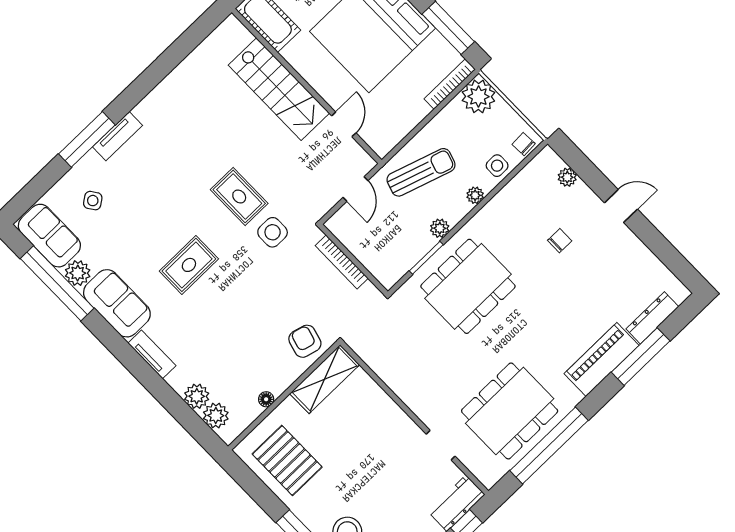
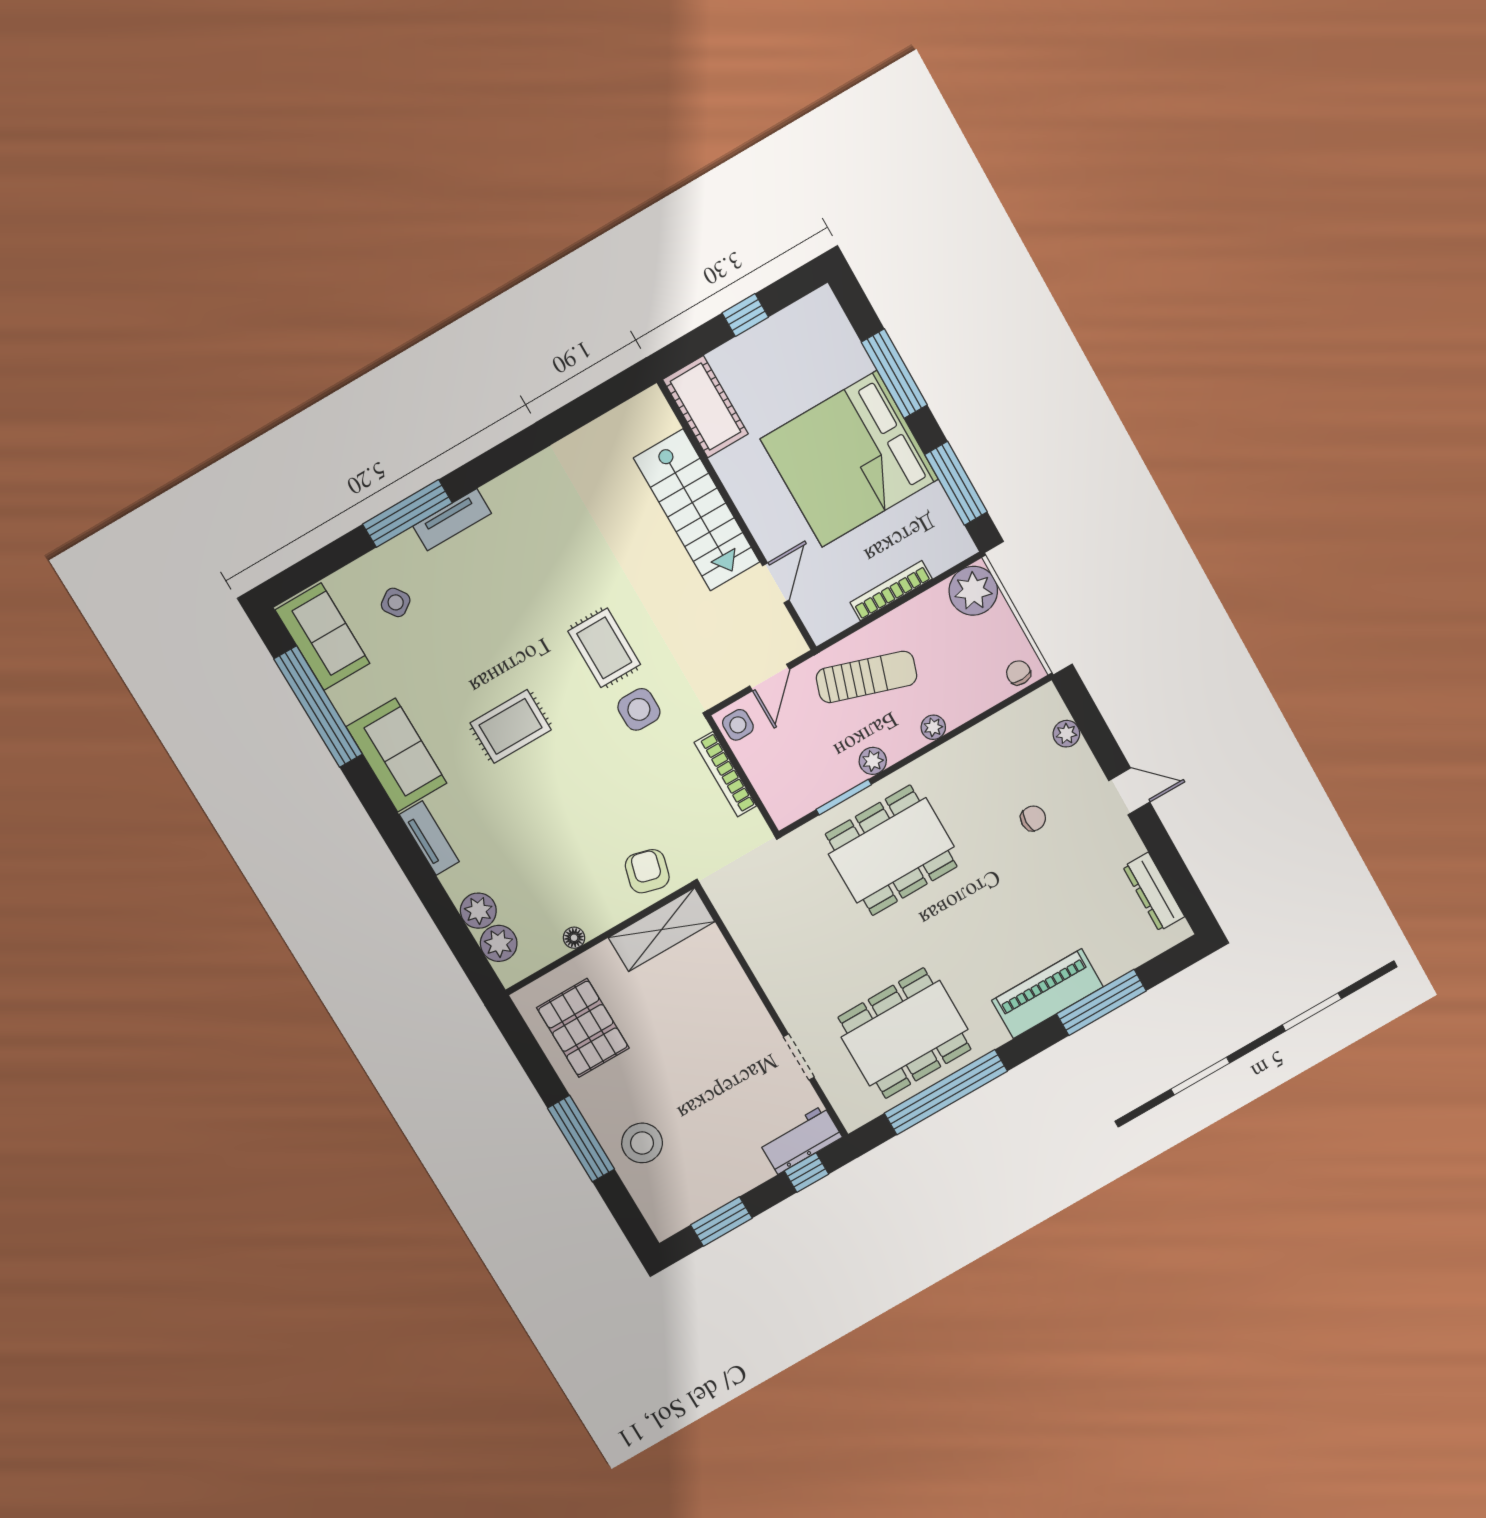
bookcase: (450, 84) -> (891, 591), moved
side table: (497, 166) -> (738, 725), moved
plant: (78, 273) -> (351, 699), removed
dresser: (652, 318) -> (1154, 892), moved, turned -90

